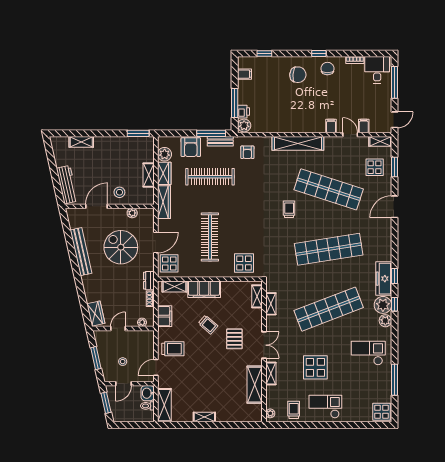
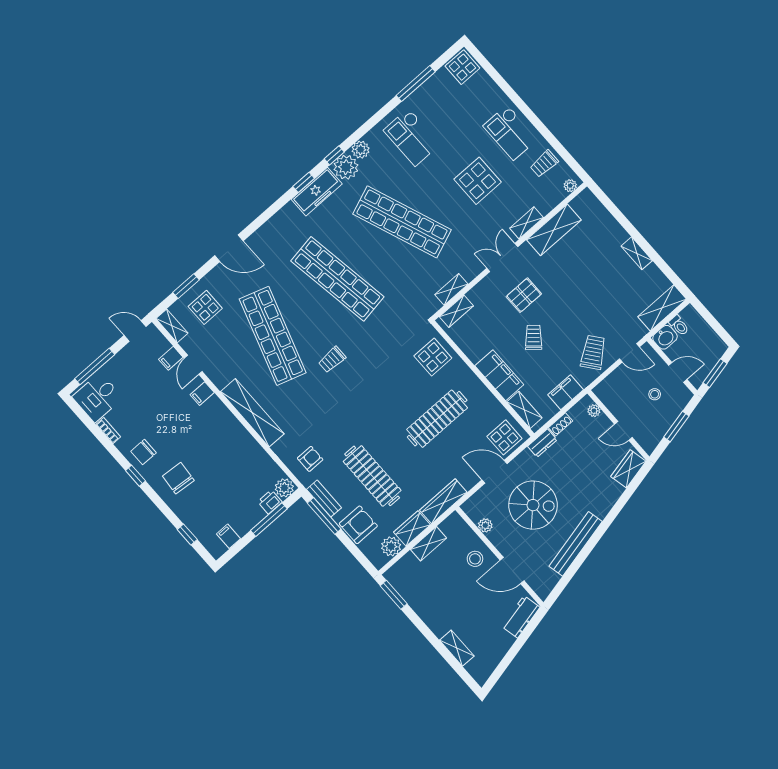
workbench: (67, 185) -> (521, 617), width x0.73
spiral stairs: (121, 247) -> (533, 505), turned -90
trolley: (173, 349) -> (593, 352), turned 52

